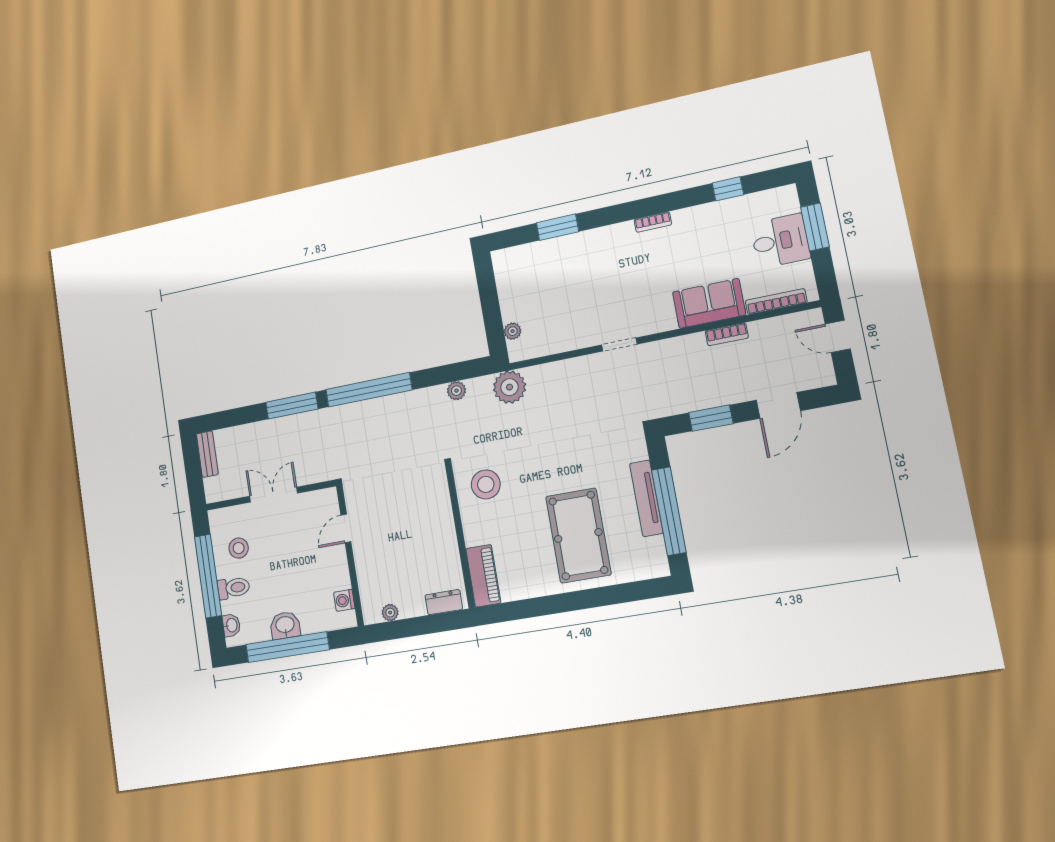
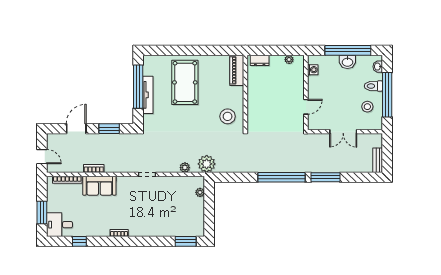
window: (558, 227) -> (186, 241), moved
desk: (780, 241) -> (60, 225), moved
plant: (456, 391) -> (185, 168), moved

